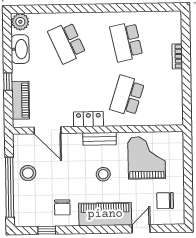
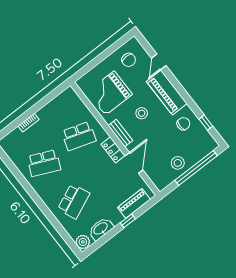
school desk: (126, 42) -> (44, 163), turned 36
door: (48, 130) -> (134, 163), moved
door: (141, 229) -> (159, 62), hinge flipped

